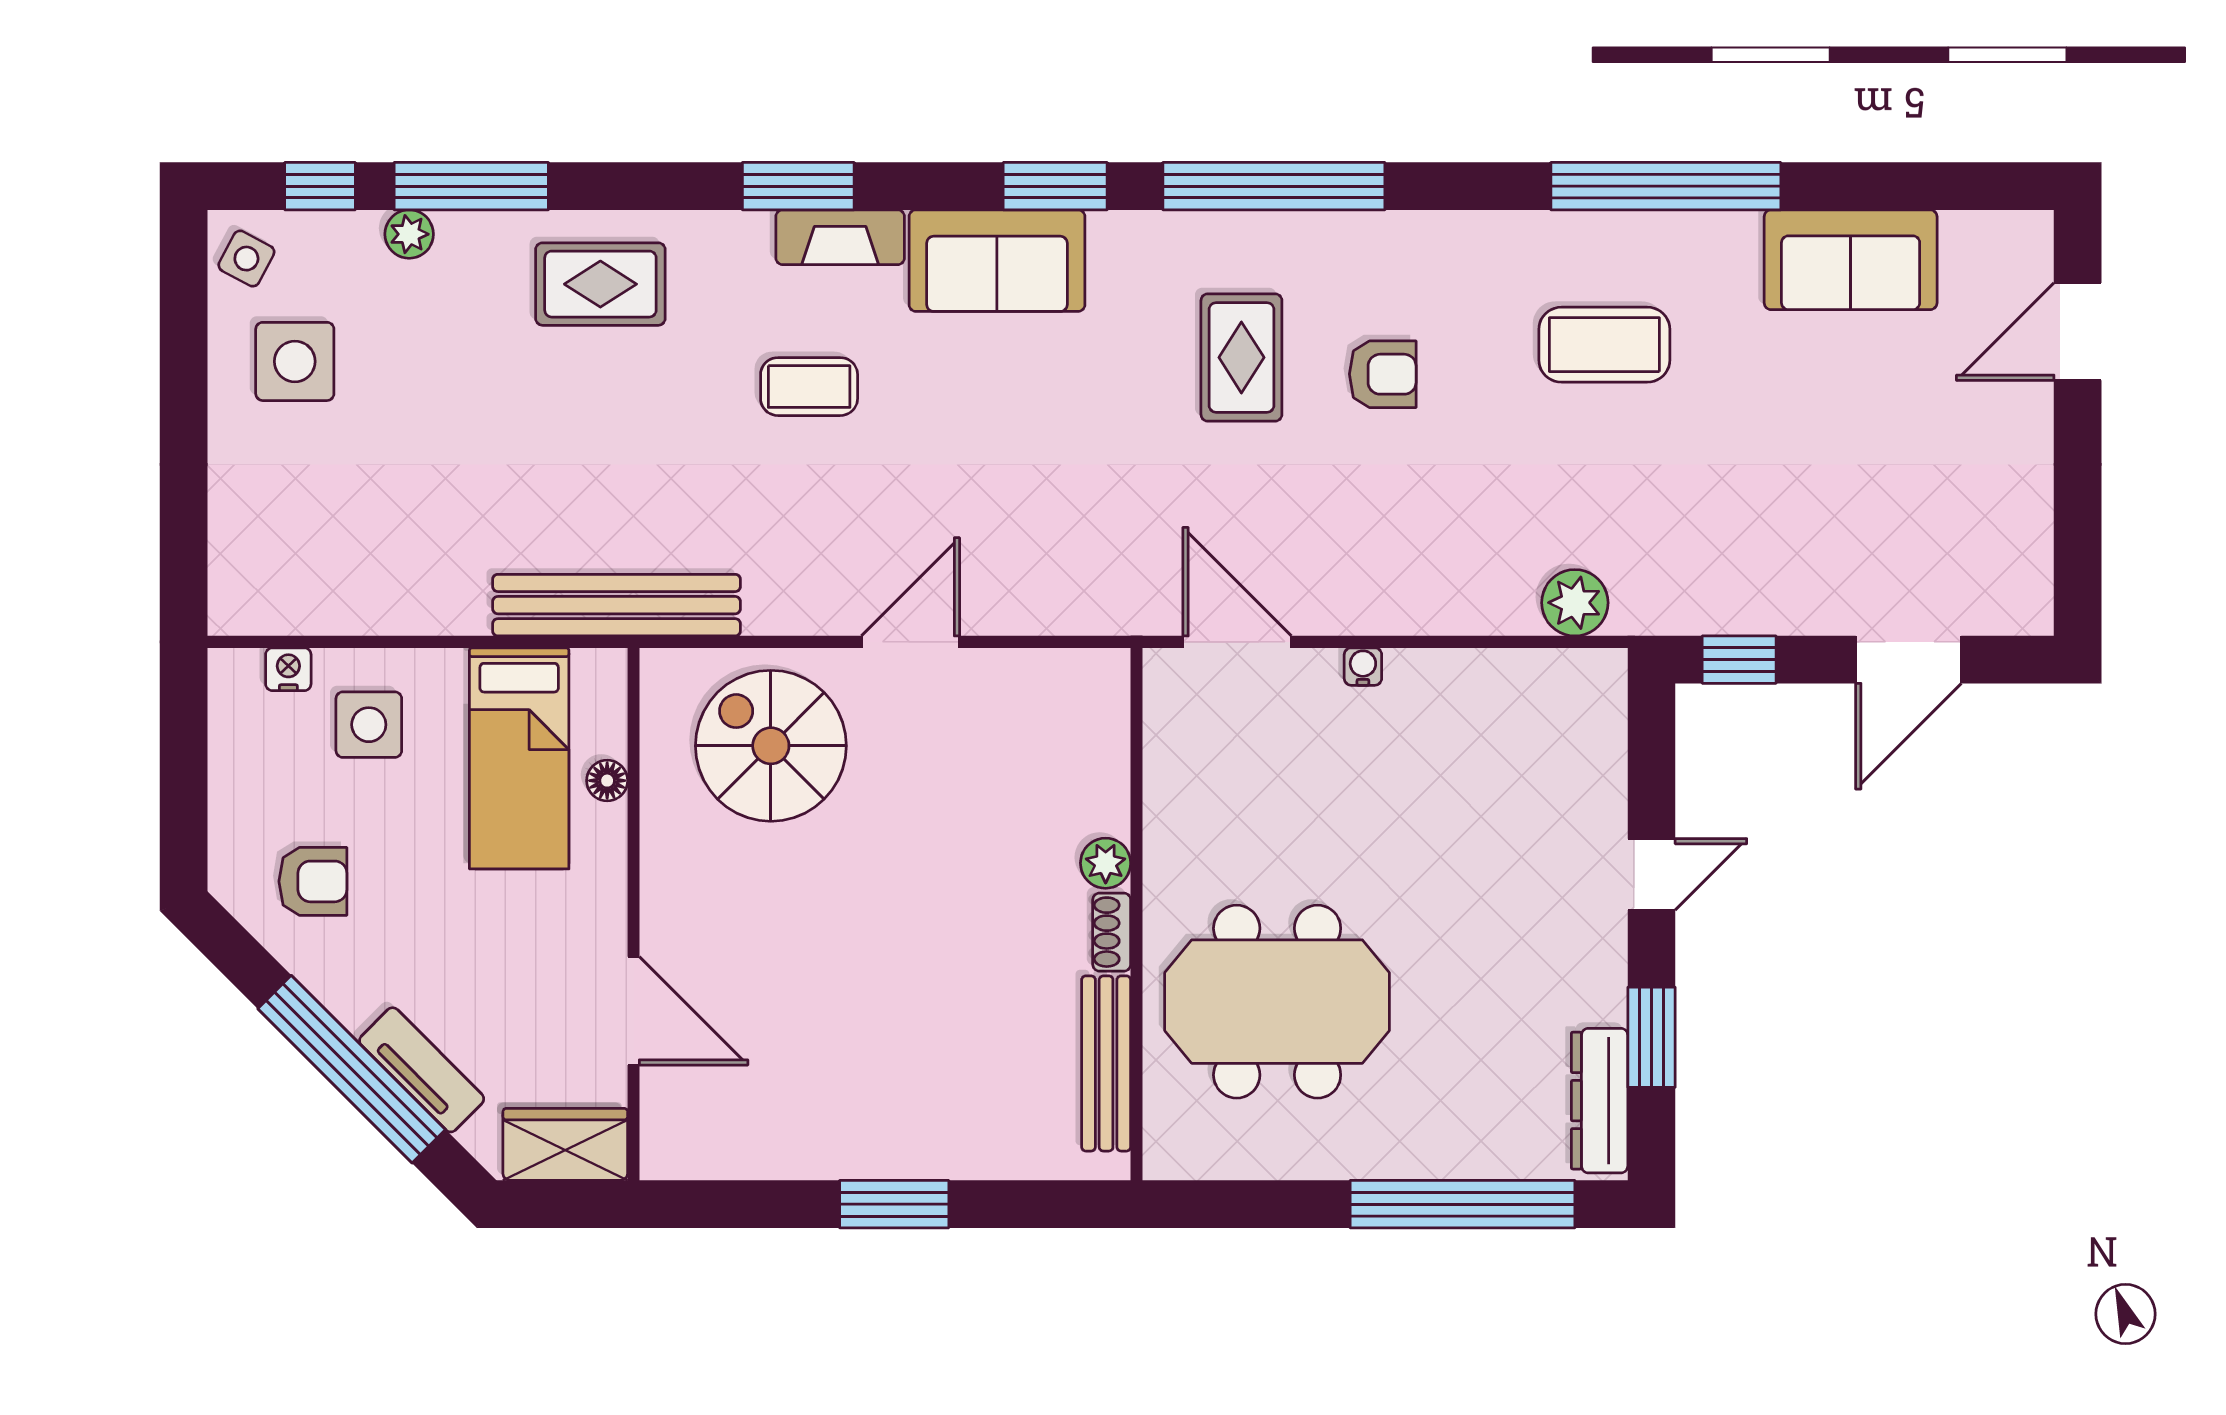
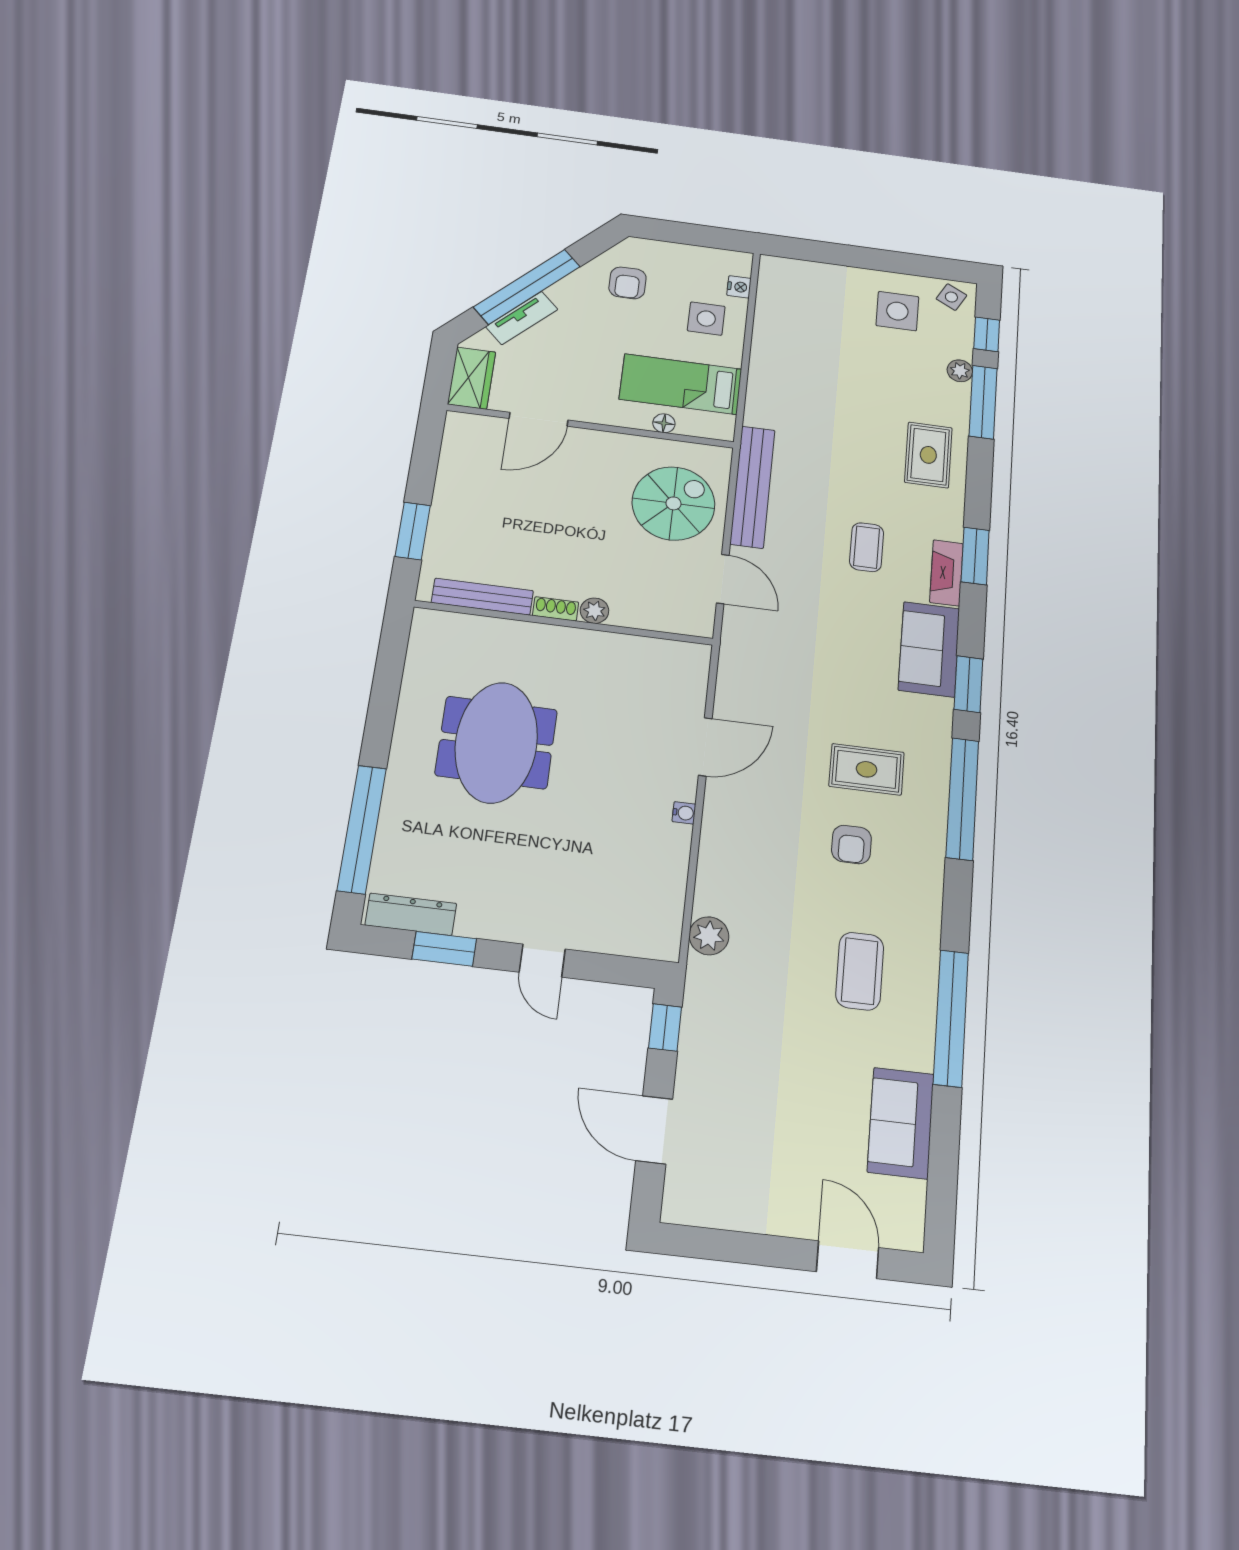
bench: (617, 605) -> (752, 487), moved
plant: (1106, 863) -> (594, 611), moved
wall: (1137, 914) -> (564, 623), moved
shoe rack: (1112, 932) -> (556, 609), moved
bench: (1106, 1063) -> (482, 597), moved

